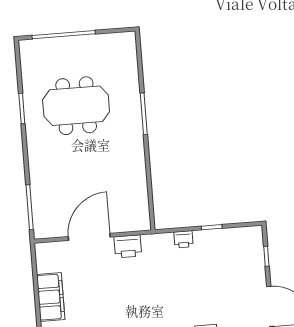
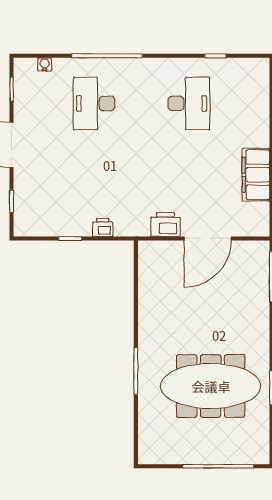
meeting table: (76, 106) -> (211, 386), width x1.36

